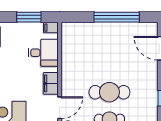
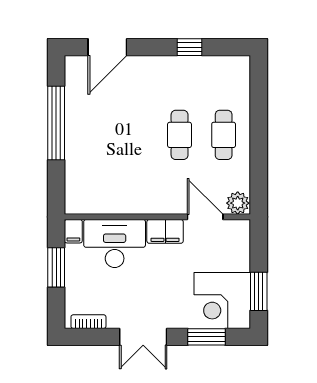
desk: (43, 53) -> (115, 244), width x1.37
cafe table: (109, 92) -> (180, 135), width x0.73, depth x0.74

